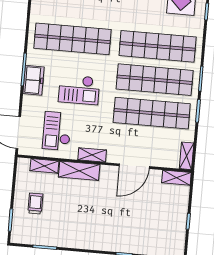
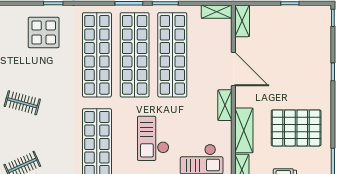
checkout: (79, 90) -> (153, 138), turned 180
shelving: (92, 155) -> (225, 105), moved
pallet: (77, 217) -> (296, 128), added

